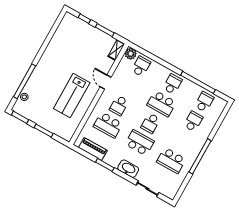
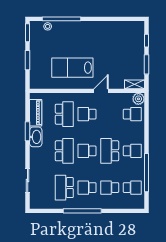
school desk: (193, 121) -> (110, 188), turned 180
school desk: (108, 125) -> (64, 114), turned 180
school desk: (182, 141) -> (87, 188), added
washbasin: (128, 169) -> (36, 137), moved

